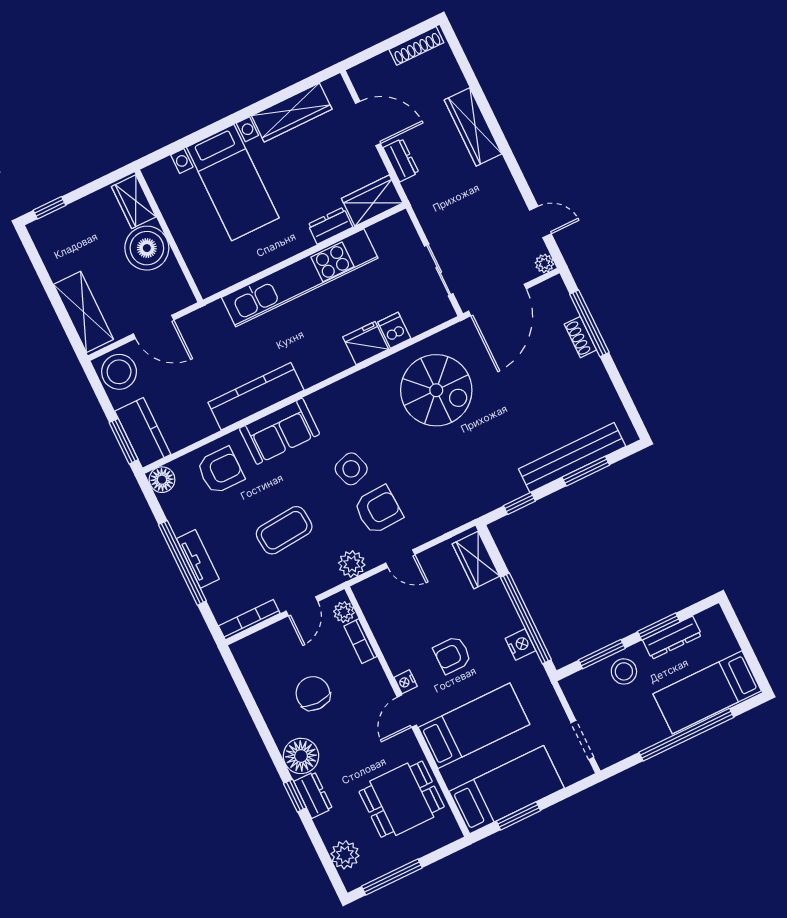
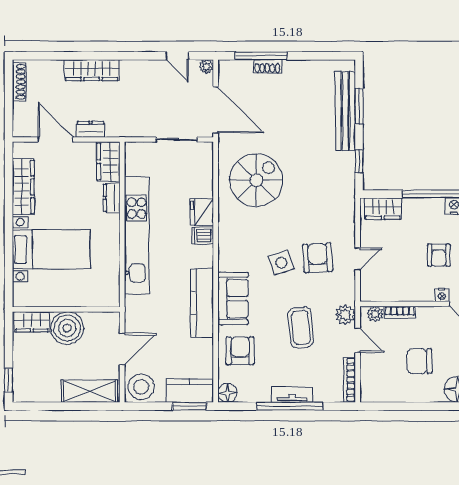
door: (368, 124) -> (55, 140), hinge flipped
door: (540, 222) -> (177, 56), swing flipped
dishwasher: (394, 330) -> (202, 236), moved
plant: (352, 564) -> (345, 315), moved

